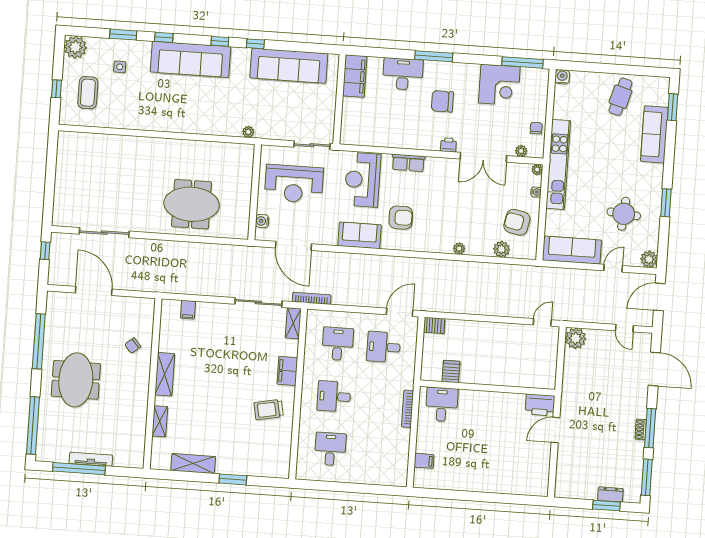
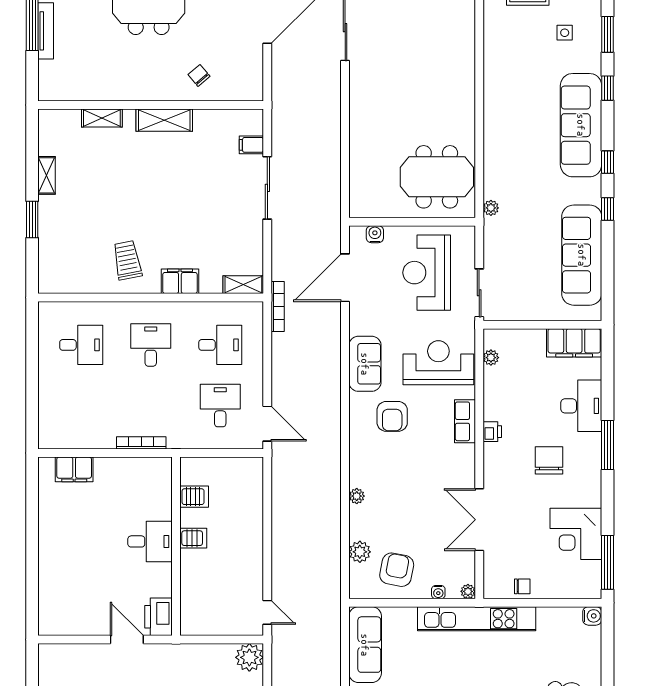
printer: (448, 145) -> (492, 432), moved
plant: (521, 151) -> (491, 358), moved
meeting table: (192, 204) -> (437, 177), moved, turned 90
sliding door: (258, 302) -> (267, 188), moved
server rack: (434, 325) -> (193, 538), moved, turned -90
desk: (442, 404) -> (150, 541), moved
filing cabinet: (424, 461) -> (74, 469), width x2.00
shelving: (193, 464) -> (47, 175), width x0.67, depth x0.75

